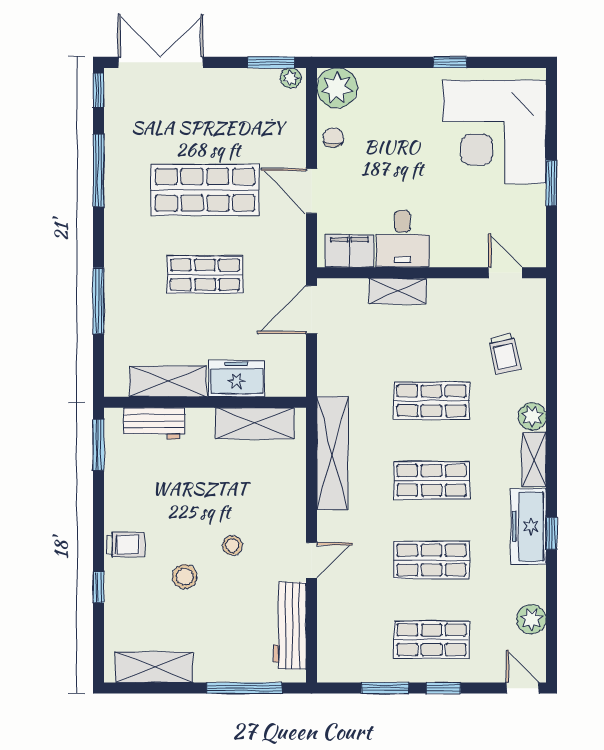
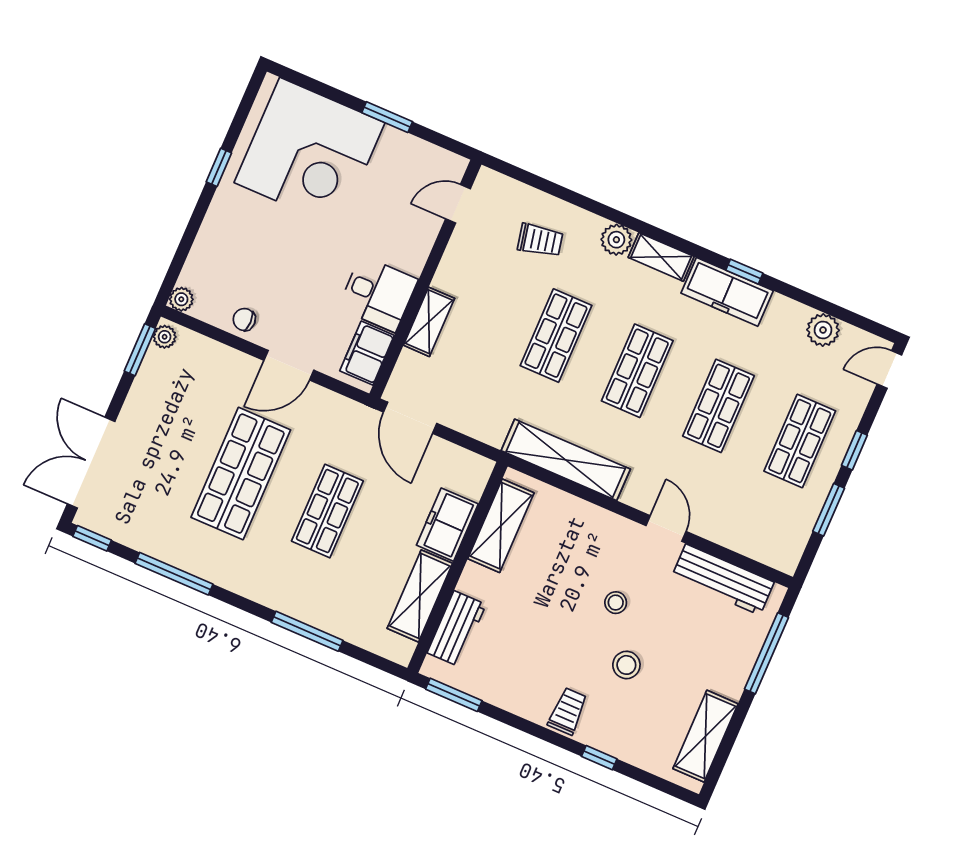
plant: (337, 88) -> (181, 299), width x0.53, depth x0.53

